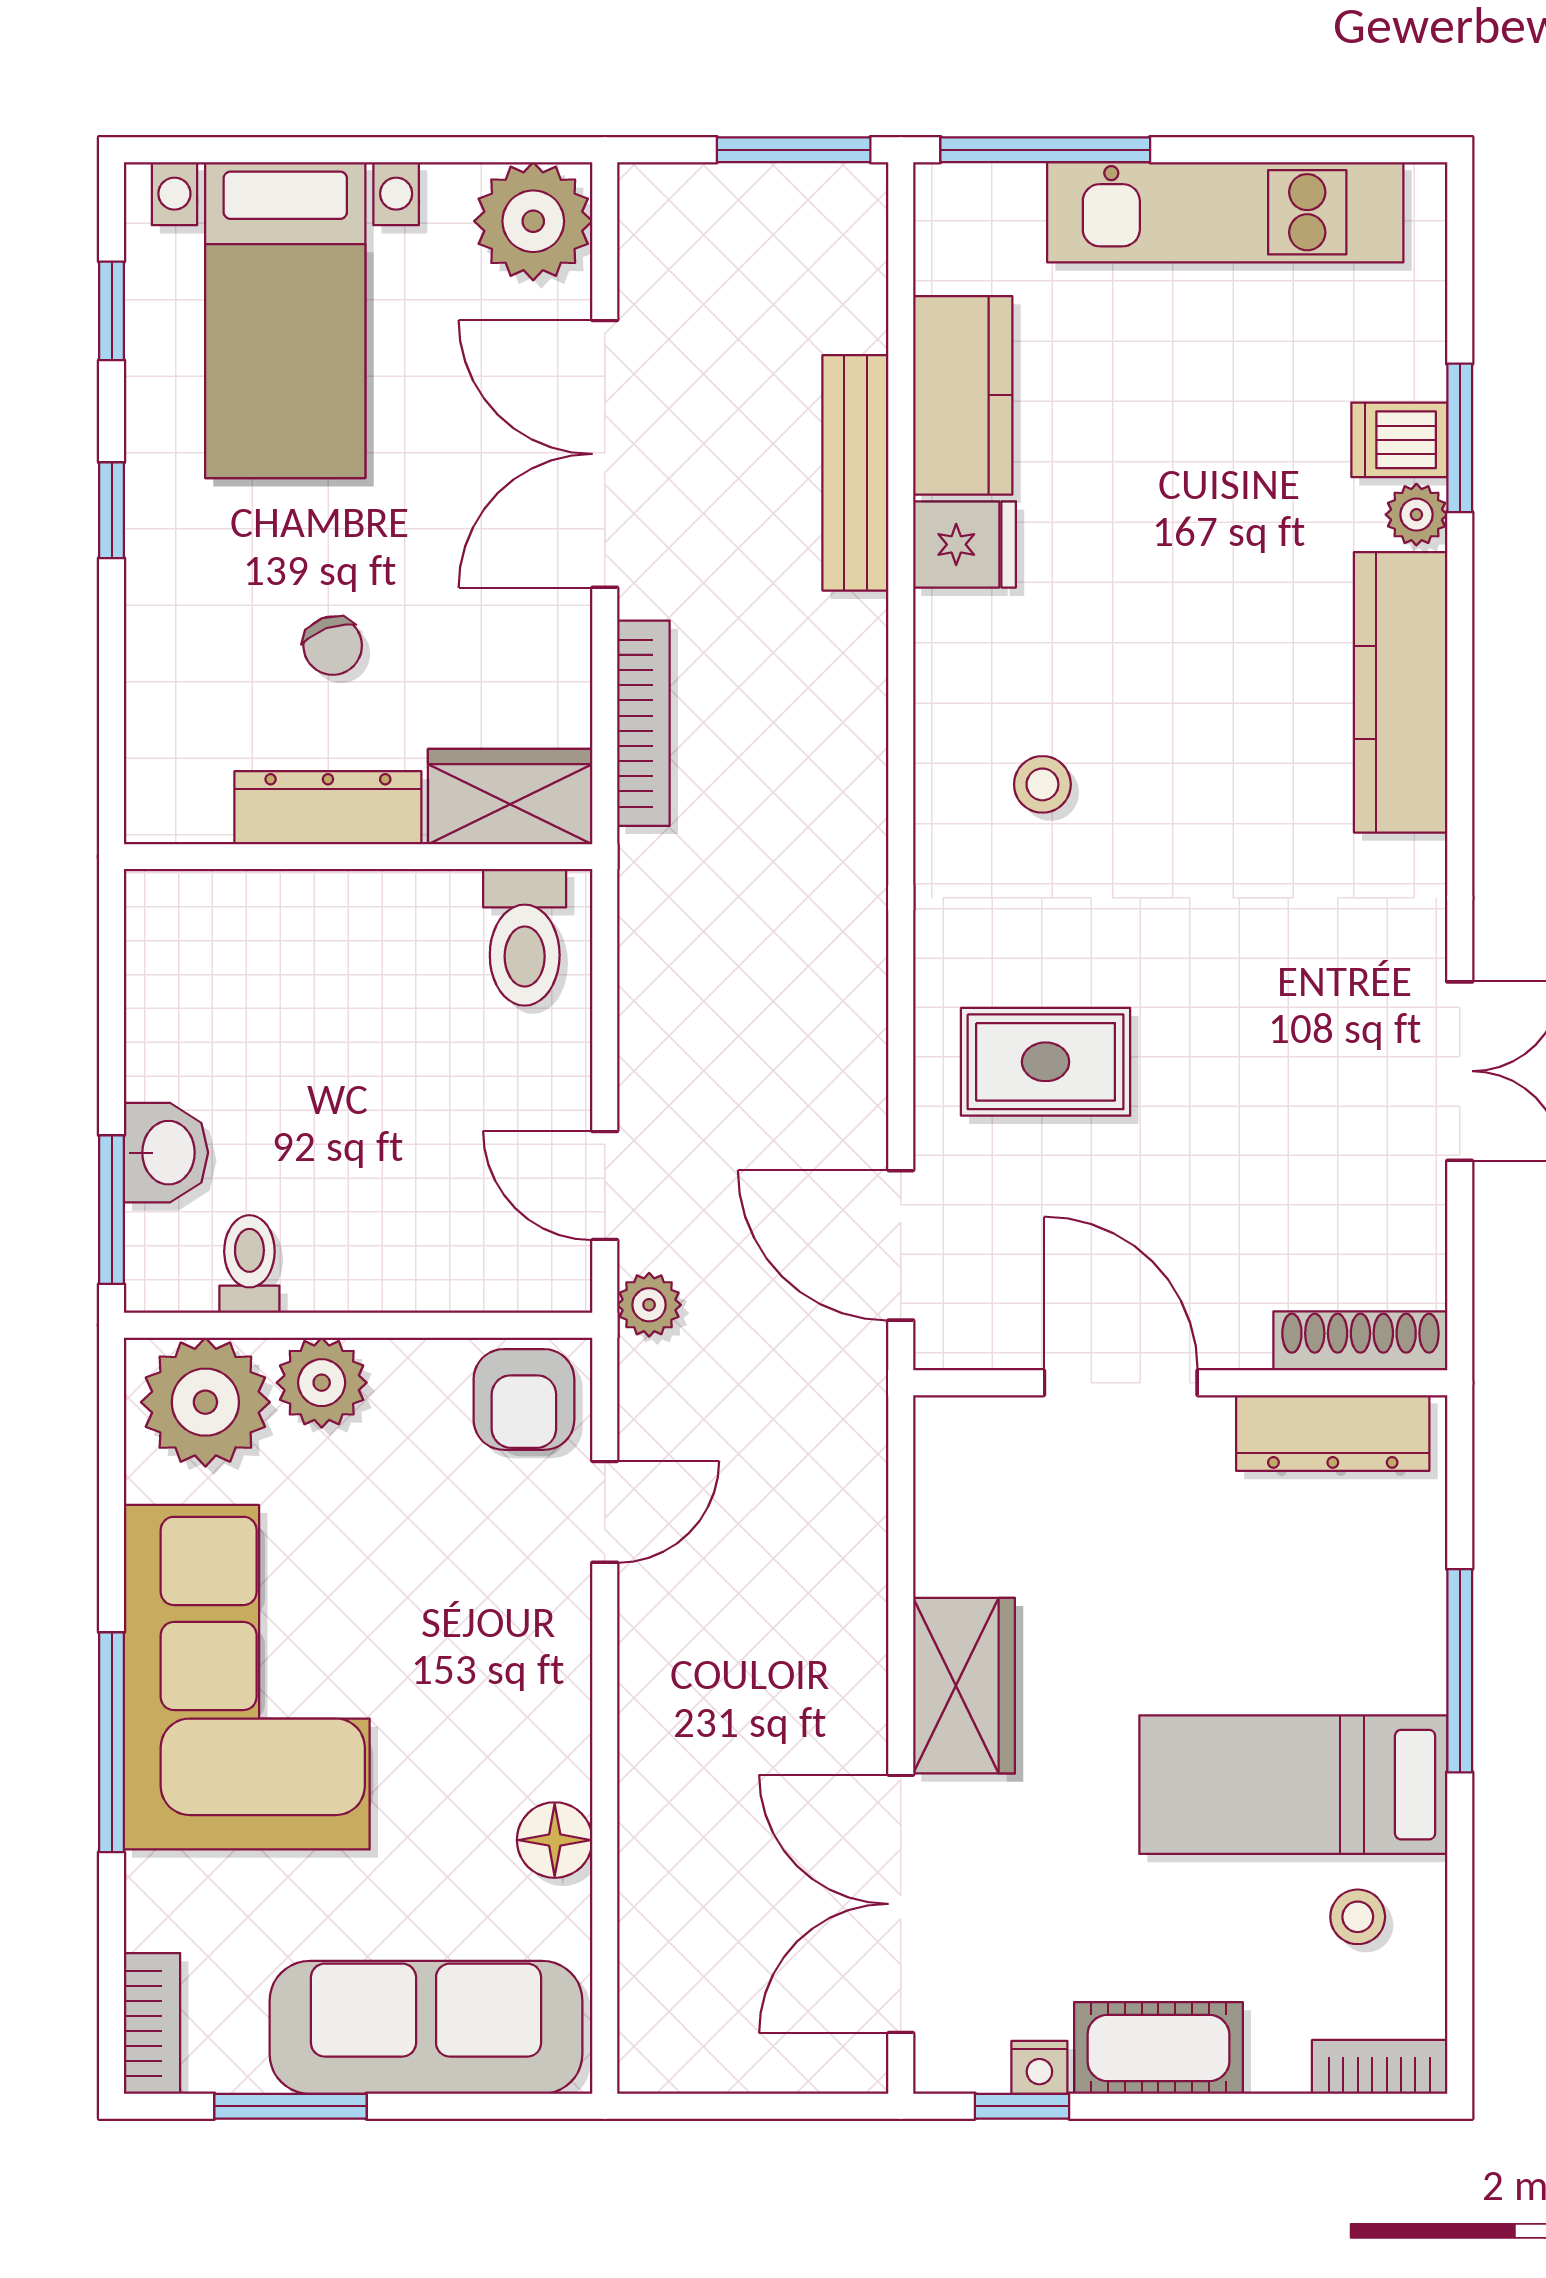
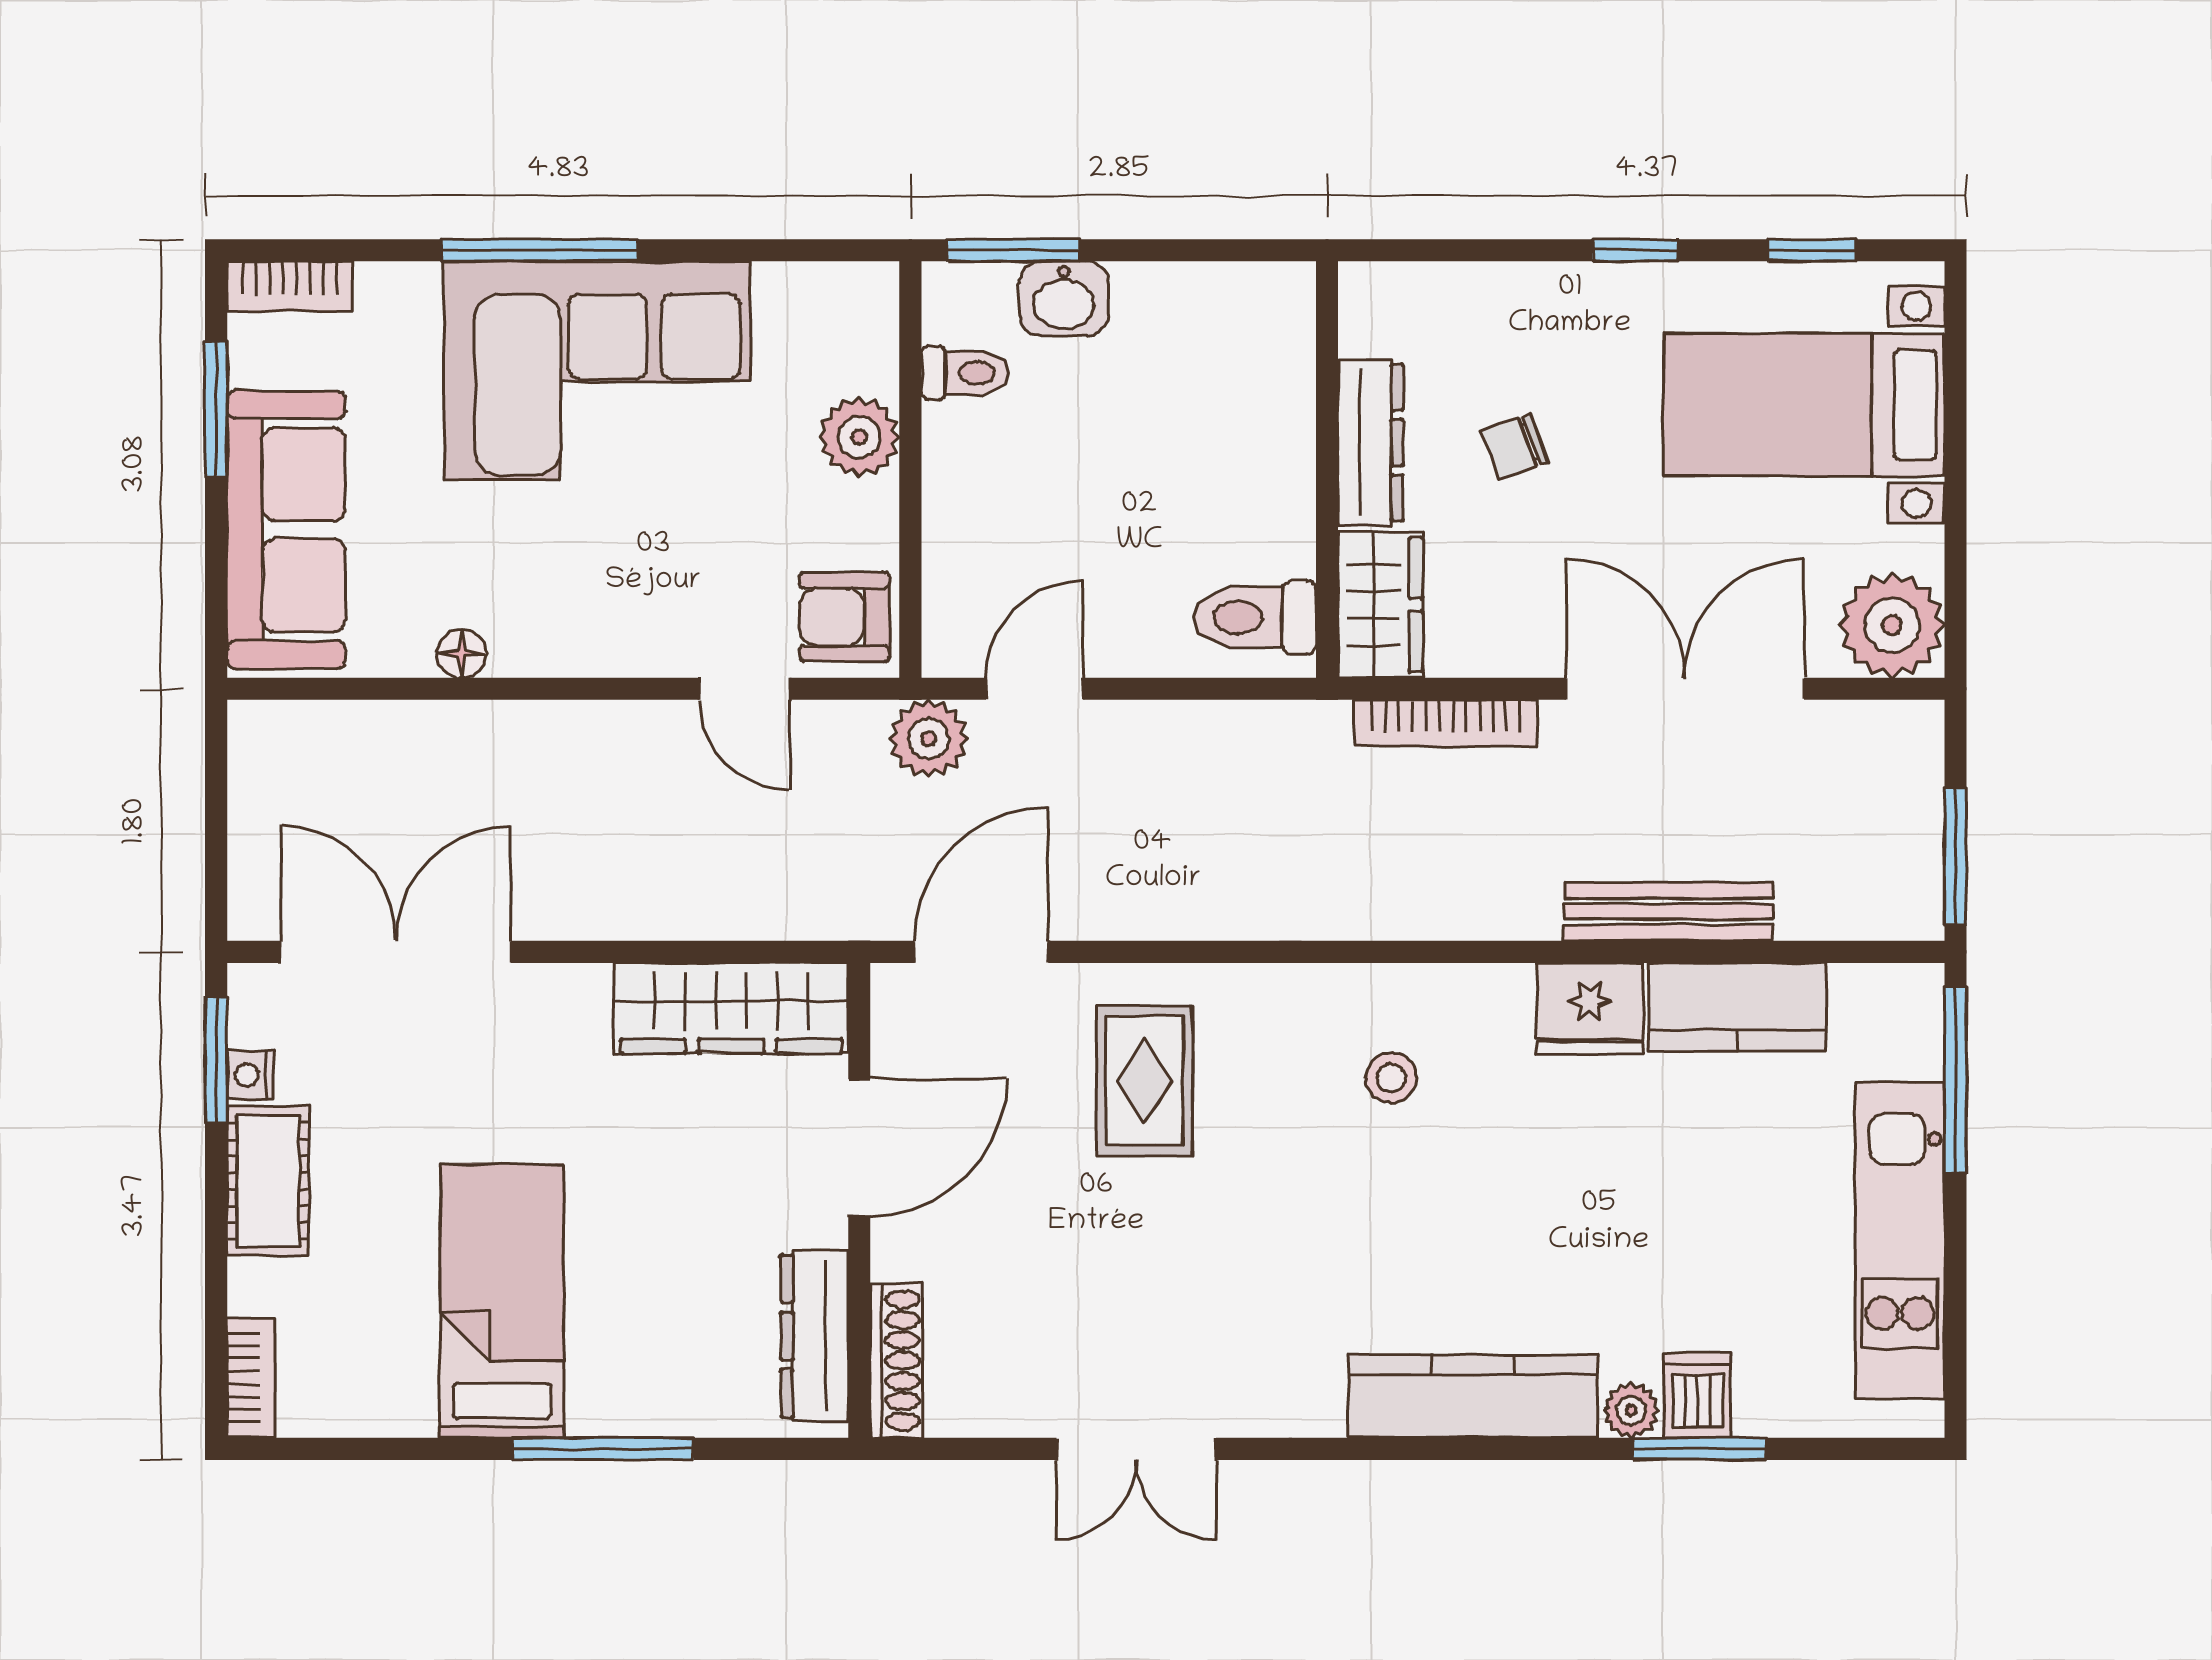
fridge: (964, 544) -> (1590, 1009), width x1.38
plant: (649, 1305) -> (929, 739), width x1.38, depth x1.38
plant: (205, 1402) -> (842, 334), removed
wardrobe: (964, 1686) -> (731, 1008), moved, width x1.50
floor lamp: (555, 1840) -> (462, 653), width x0.73, depth x0.73
stool: (1358, 1917) -> (384, 1358), removed
window: (1022, 2106) -> (216, 1060), width x1.50

